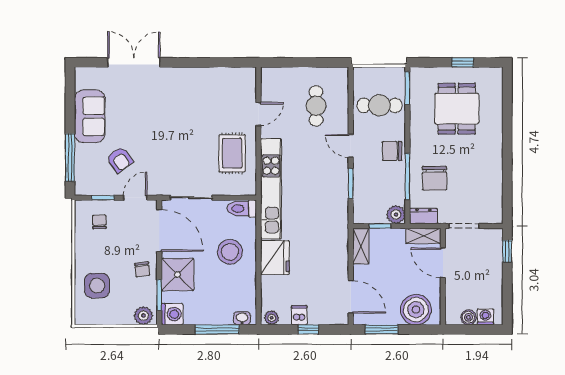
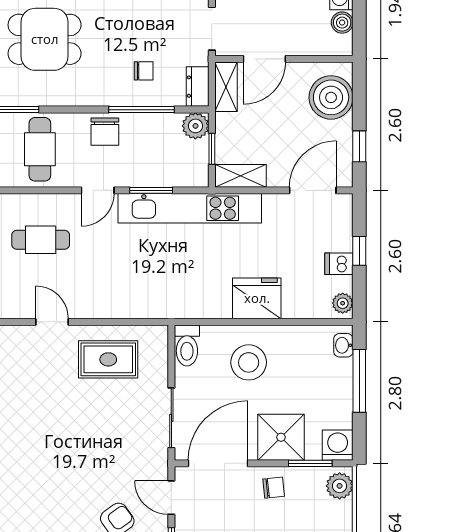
chair: (435, 178) -> (144, 71), width x0.54, depth x0.54
kitchen unit: (271, 189) -> (190, 208), moved, turned 180
window: (382, 329) -> (359, 146), width x0.67

